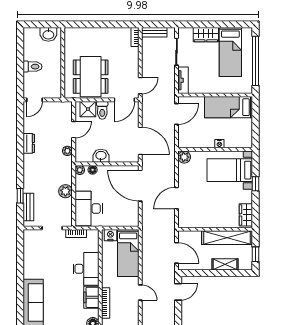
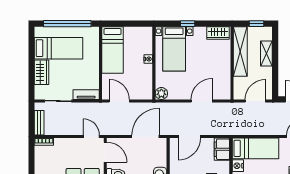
door: (140, 186) -> (189, 137), width x0.73
door: (177, 198) -> (202, 101), swing flipped
filing cabinet: (127, 219) -> (222, 149), added

